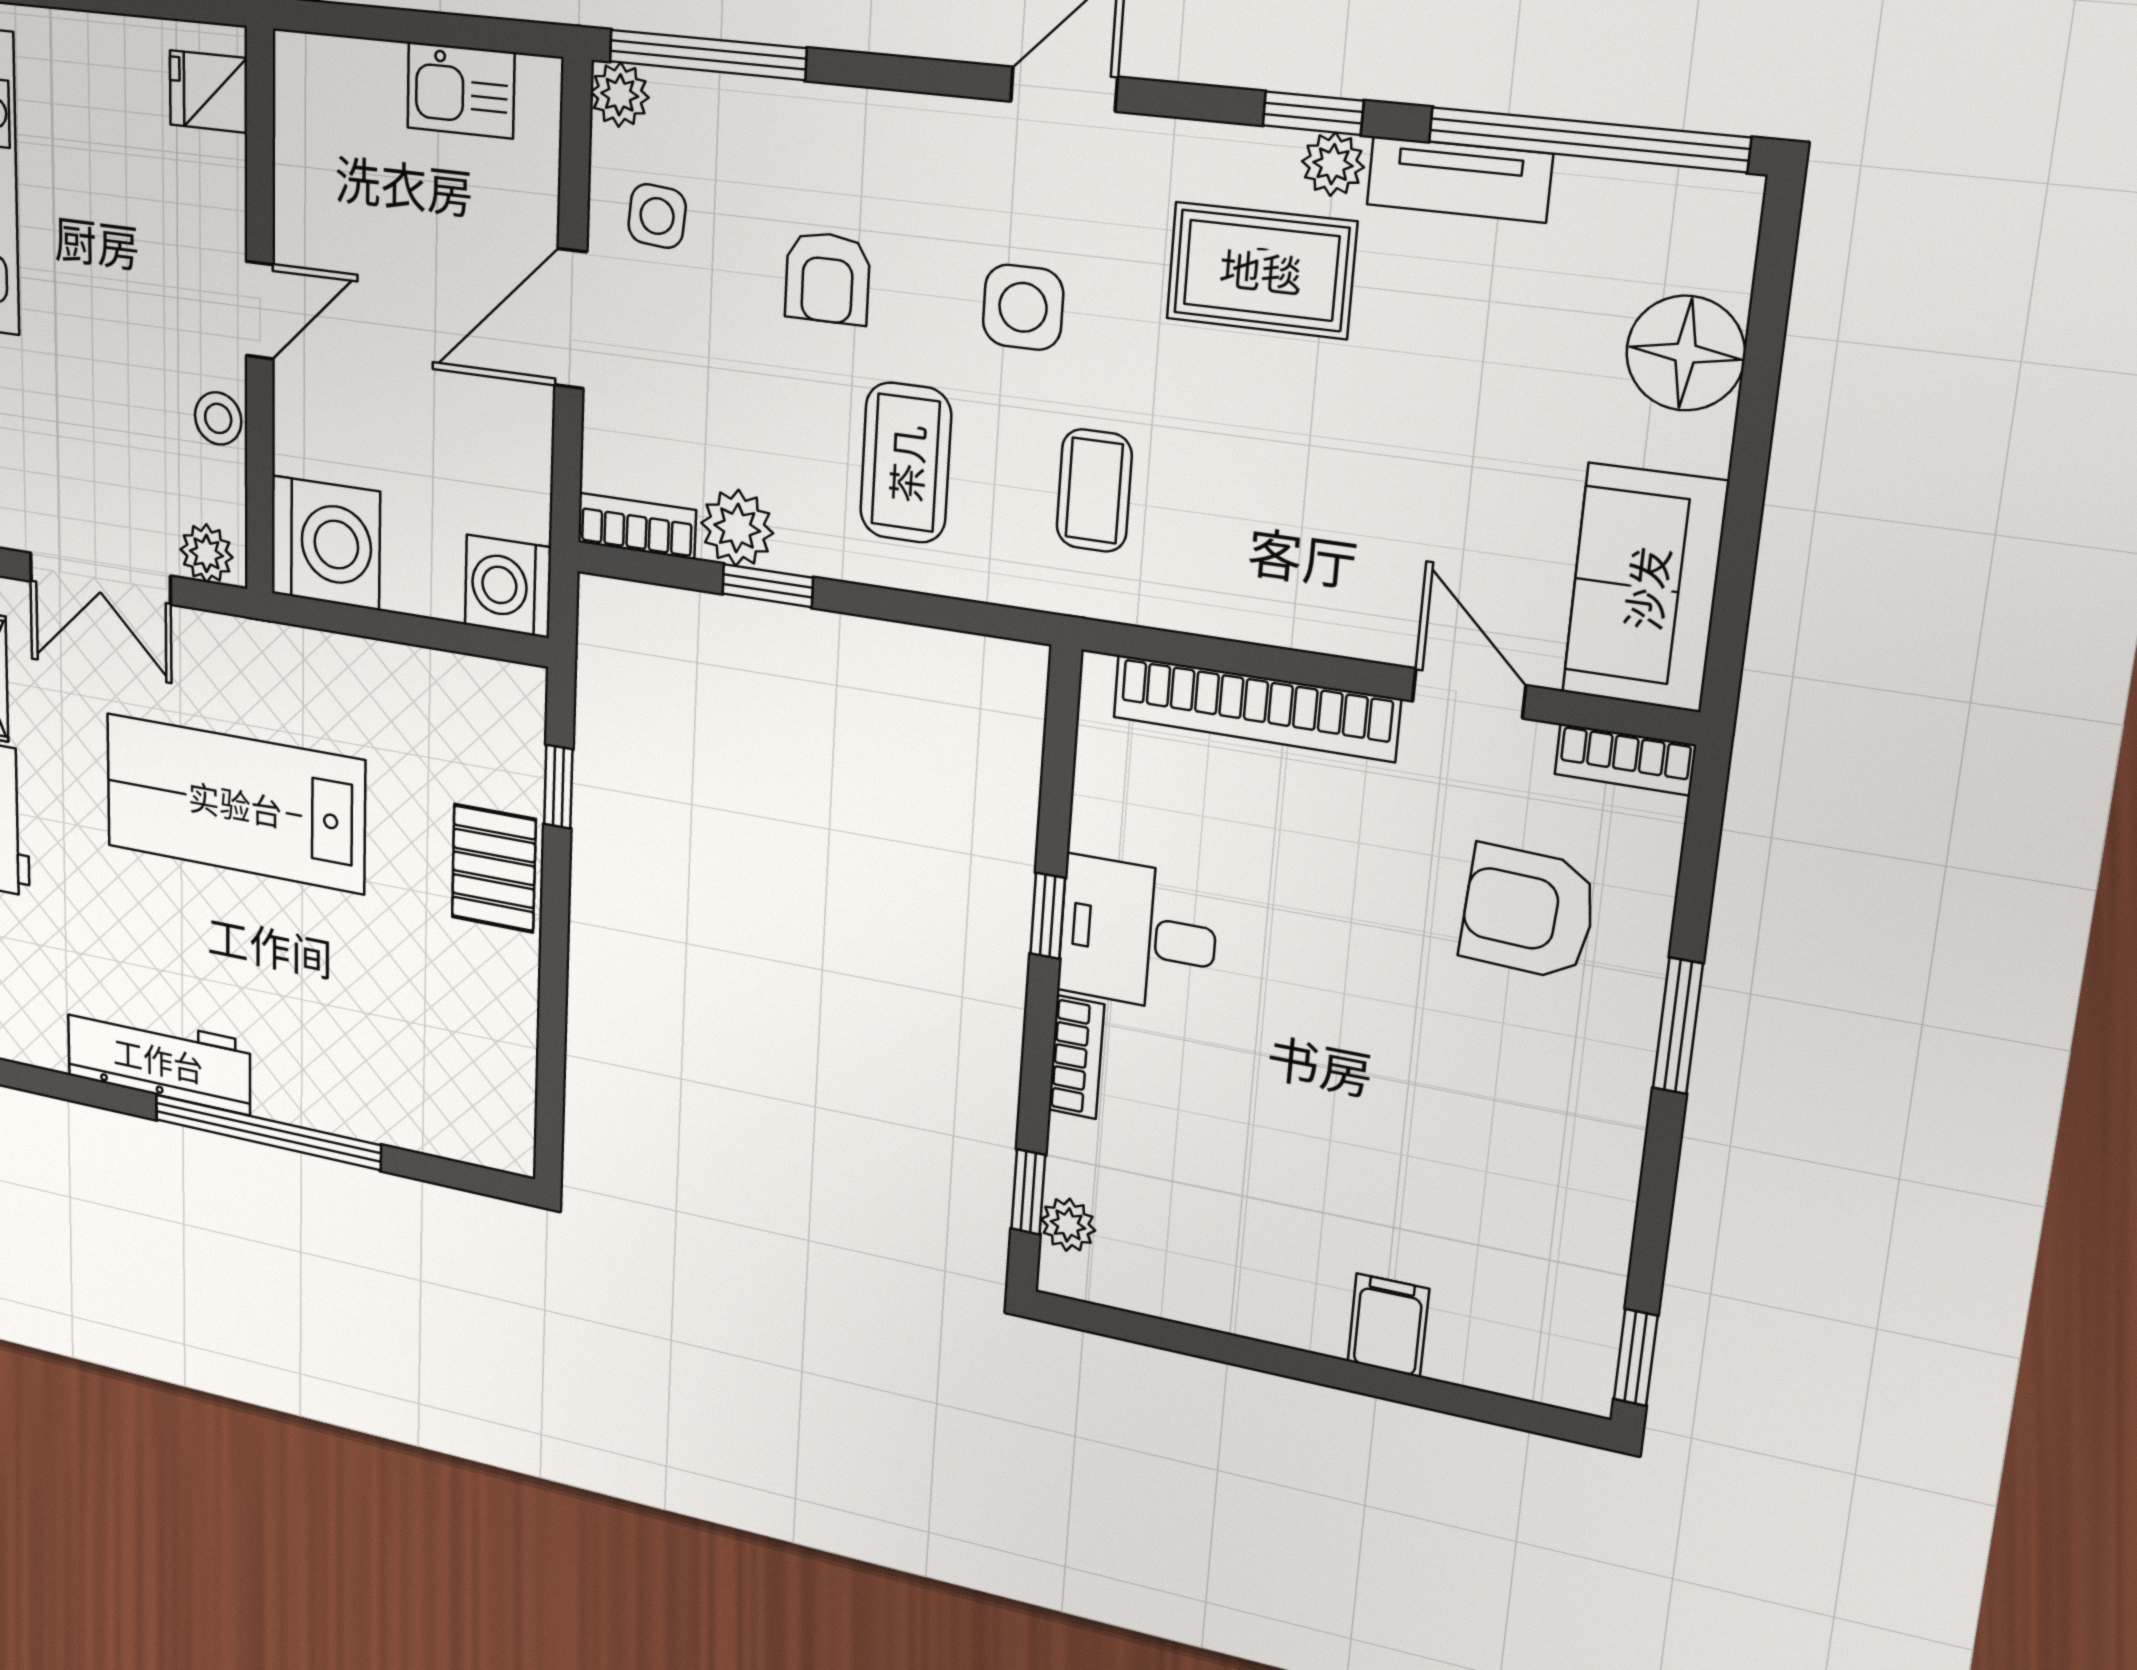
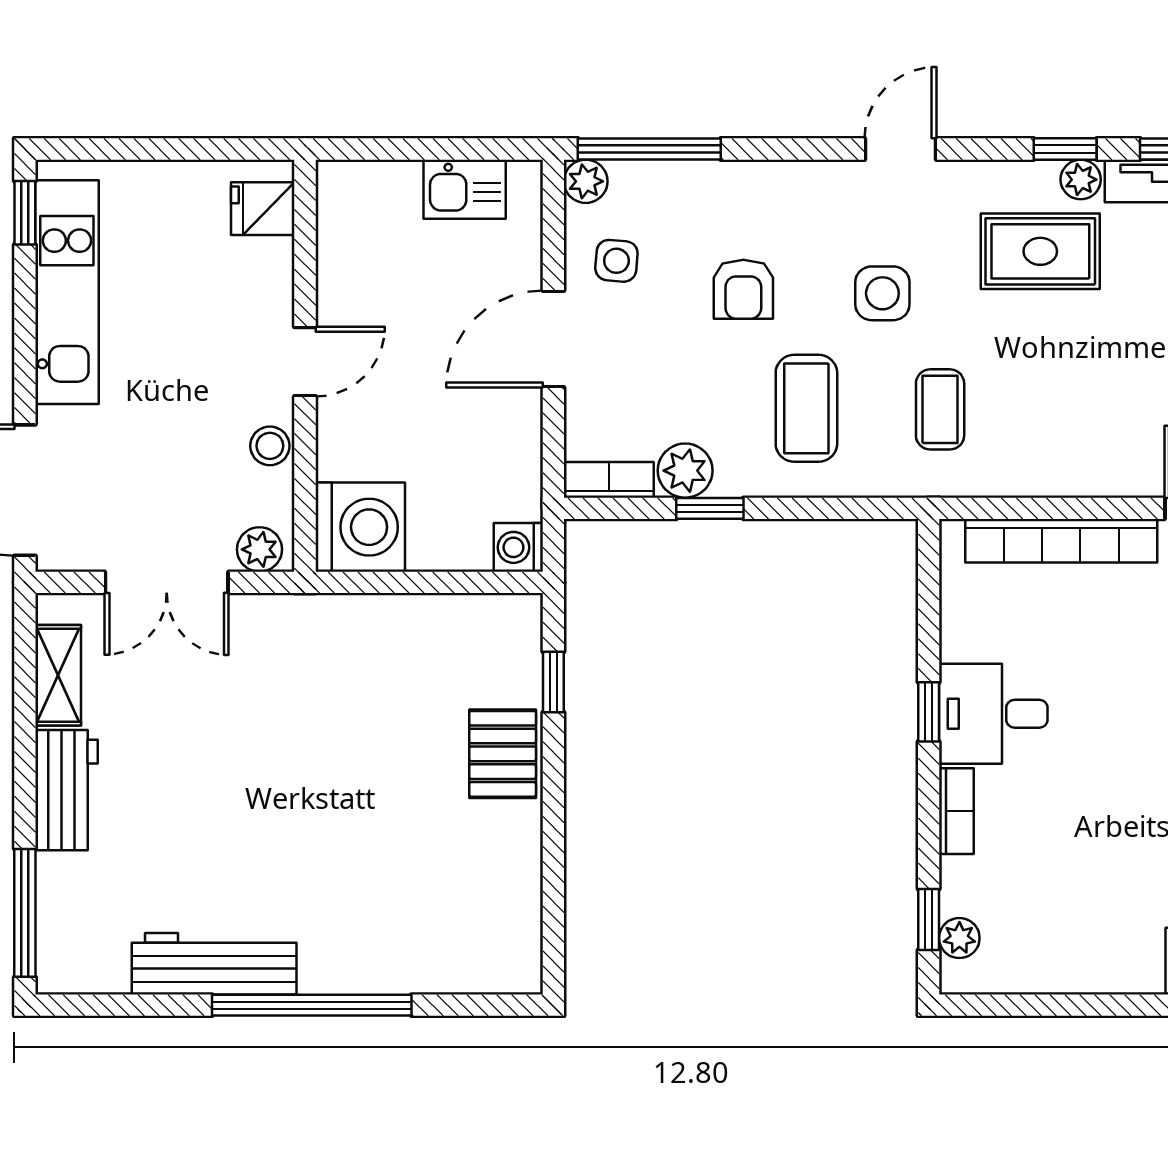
washing machine: (508, 586) -> (518, 547), width x0.73, depth x0.73
lab bench: (235, 803) -> (283, 741), removed

